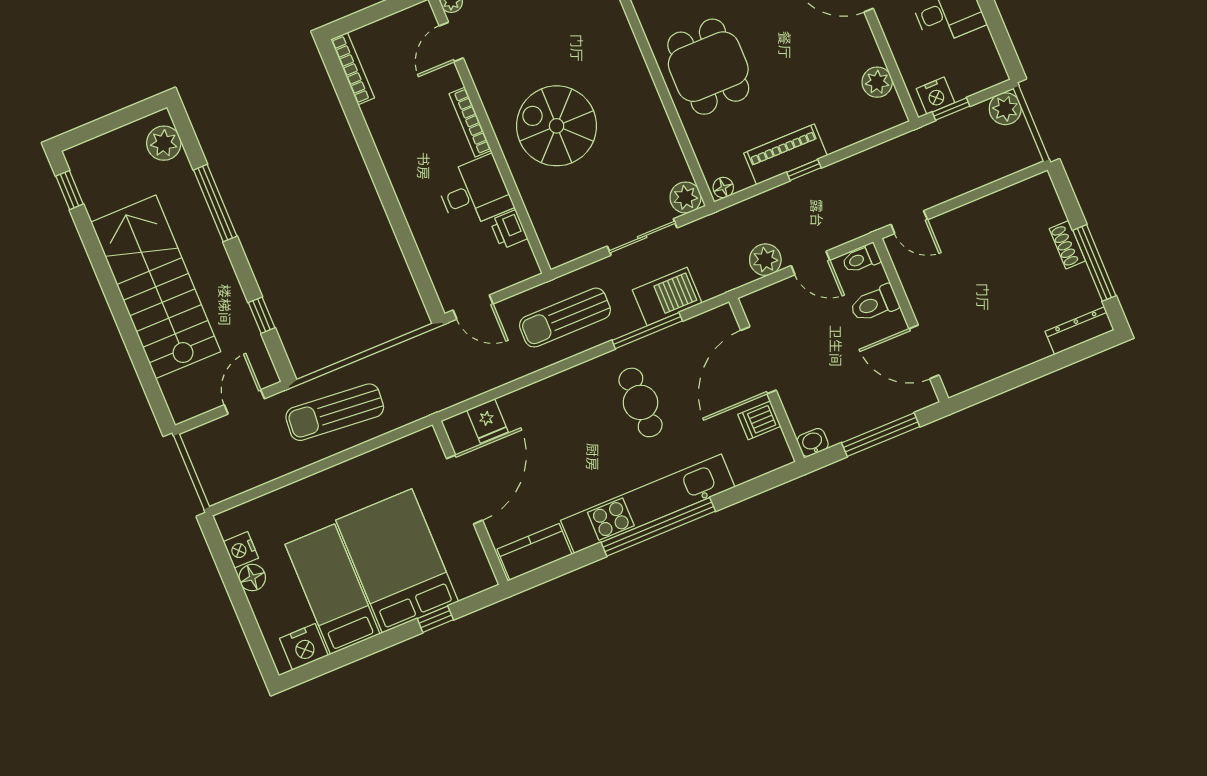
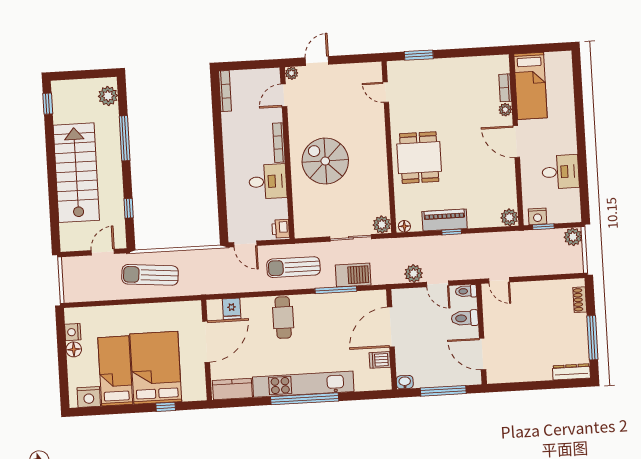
plant: (877, 82) -> (509, 217), moved
printer: (509, 230) -> (281, 229), moved
shoe rack: (1067, 245) -> (580, 300), moved
cafe table: (641, 402) -> (283, 318), moved

